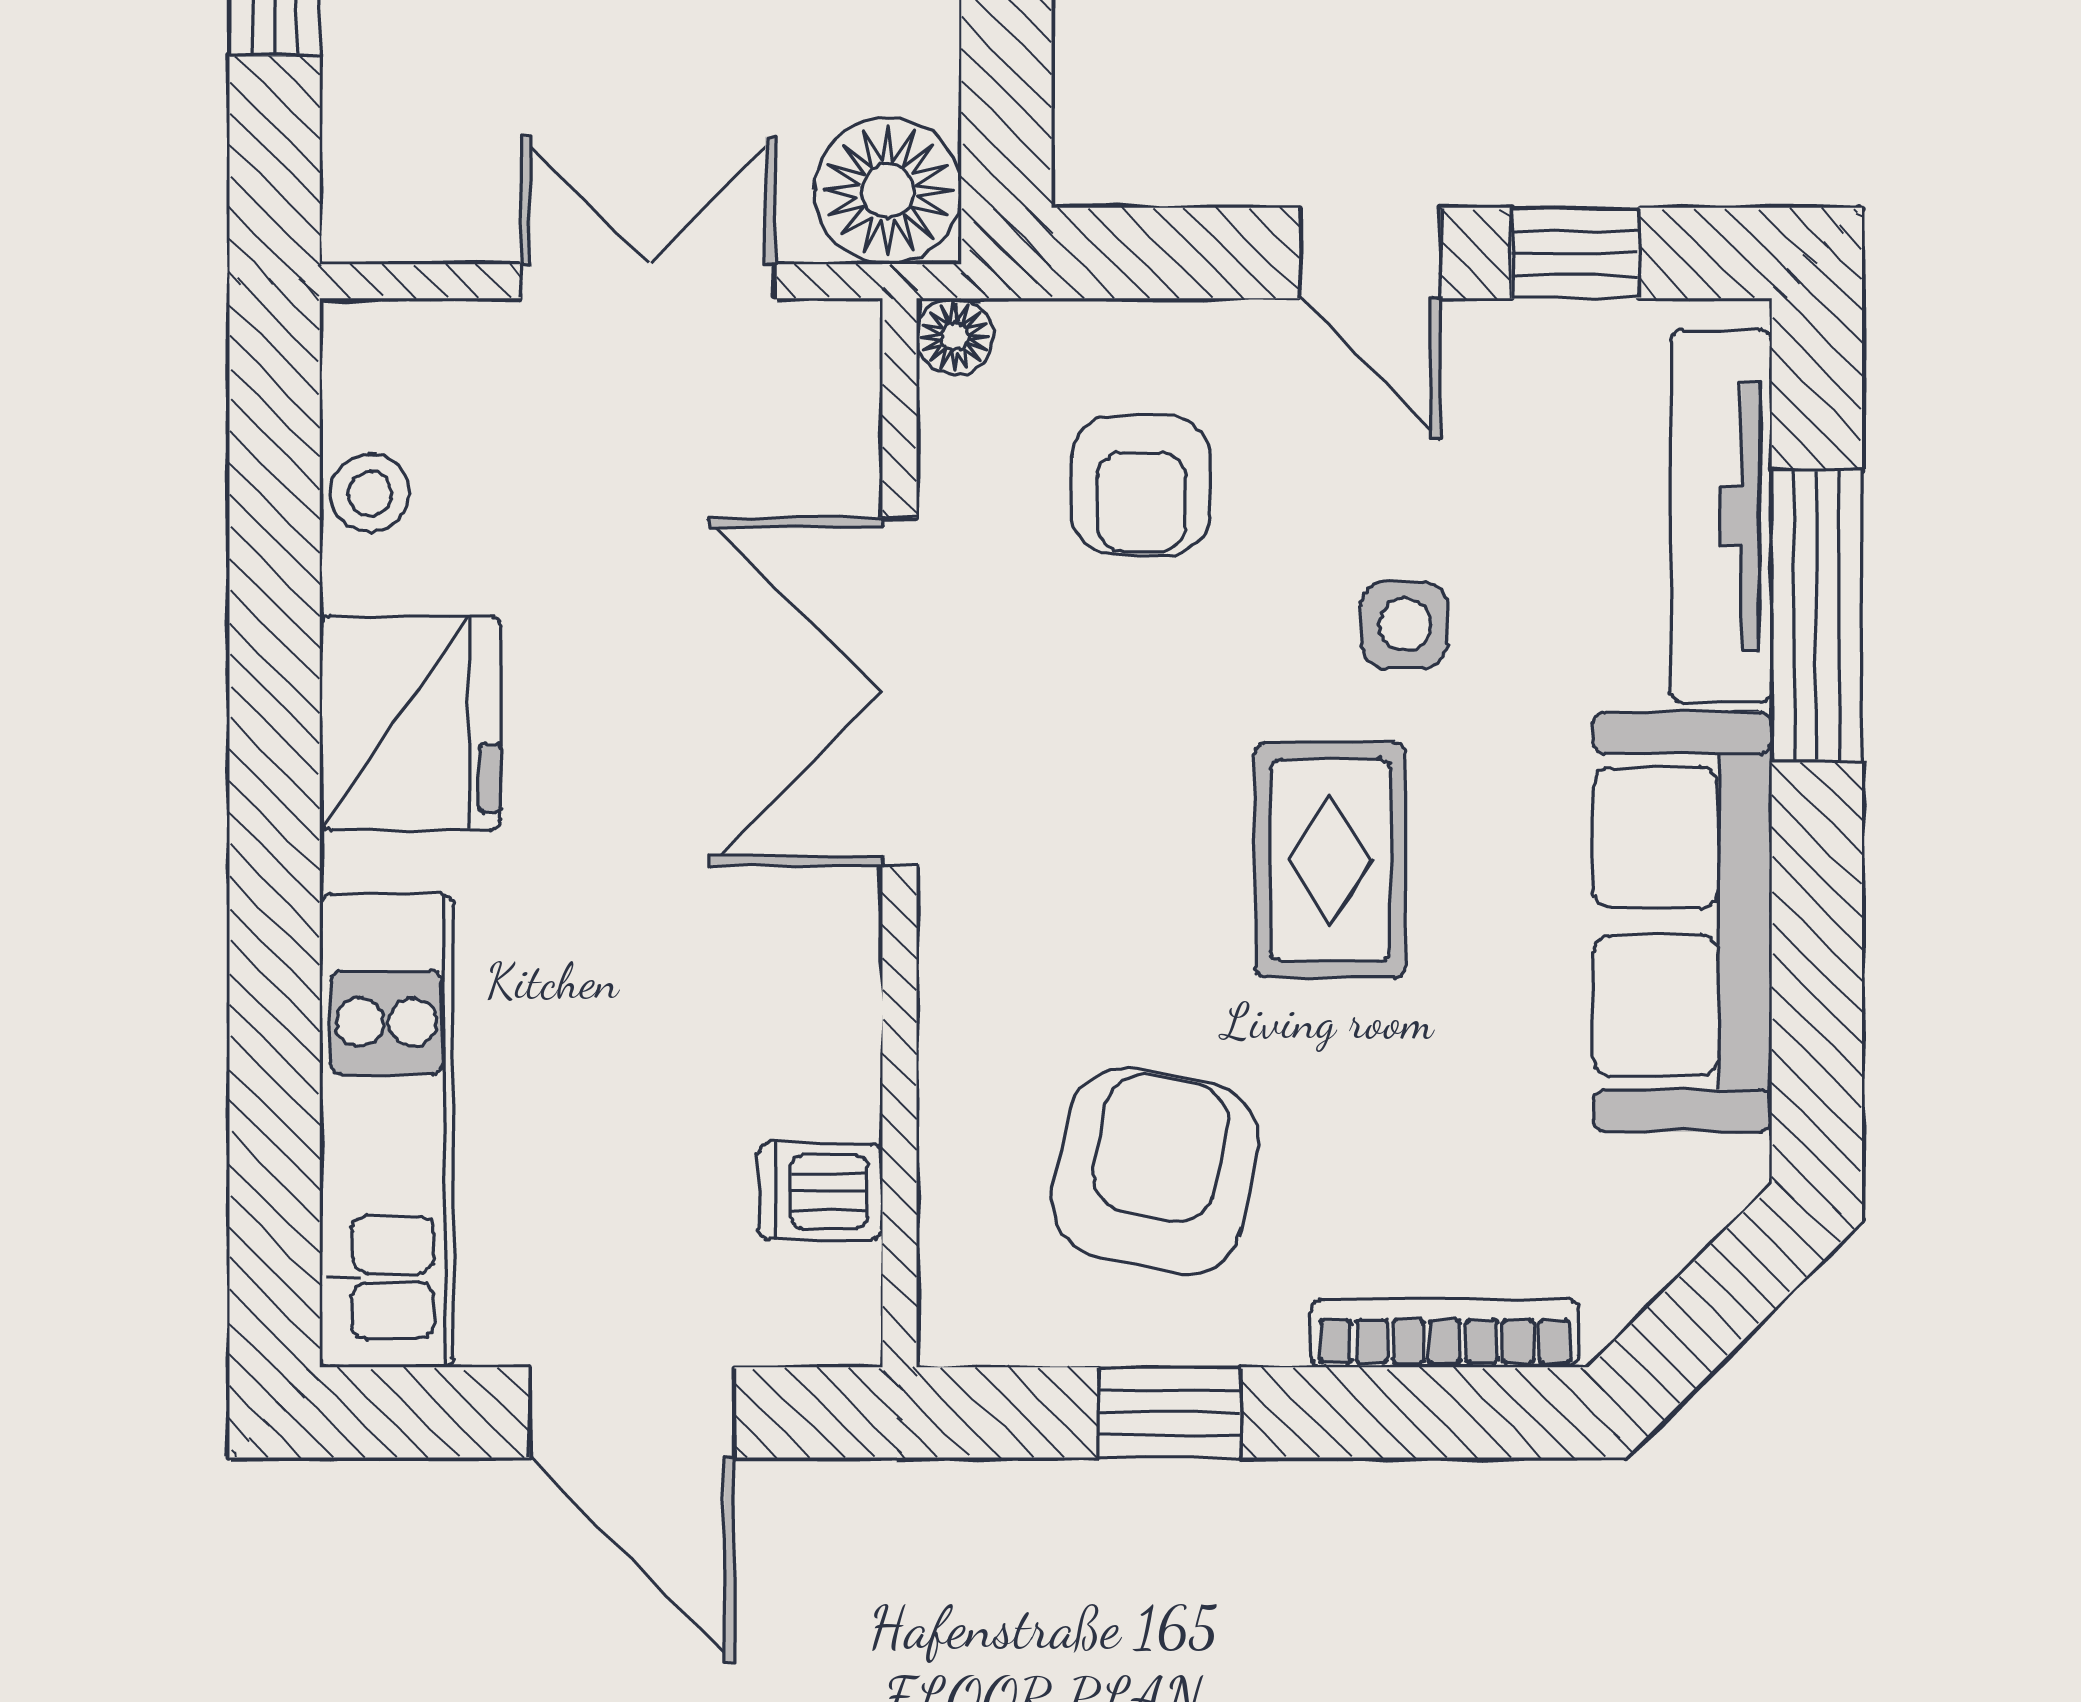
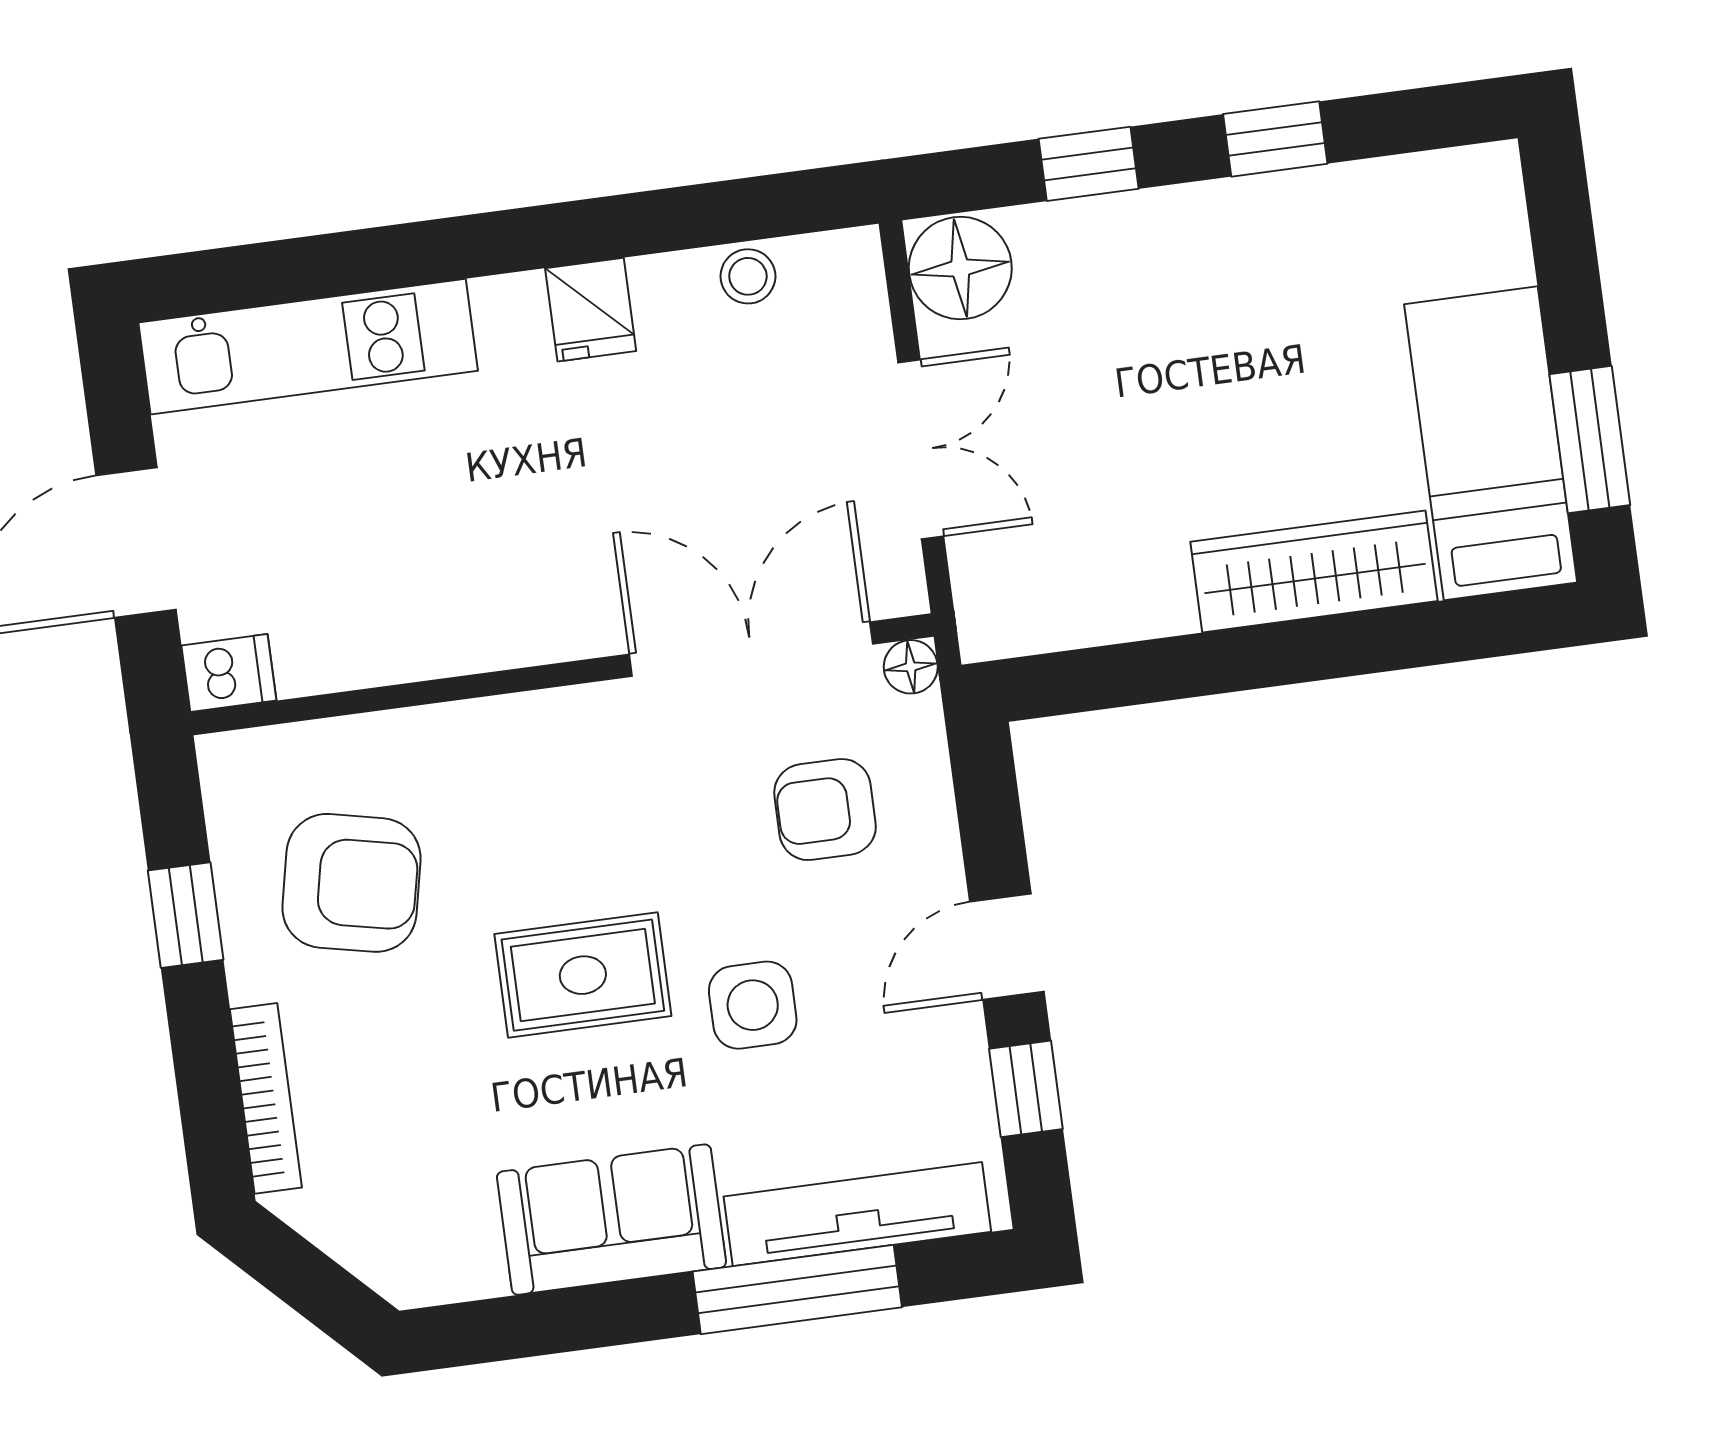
floor lamp: (888, 191) -> (960, 268), moved
side table: (1405, 625) -> (753, 1005), width x1.37, depth x1.37
double door: (899, 692) -> (751, 649), moved
fridge: (410, 723) -> (591, 310), width x0.53, depth x0.75
sofa: (1682, 922) -> (611, 1220), width x0.73
dishwasher: (820, 1192) -> (229, 673), moved, turned 90

